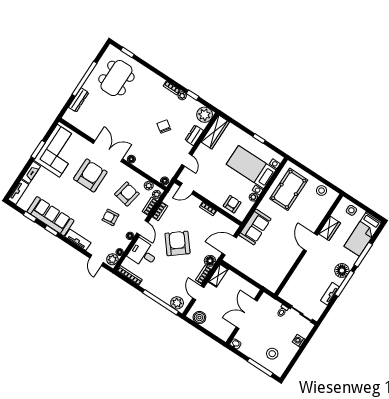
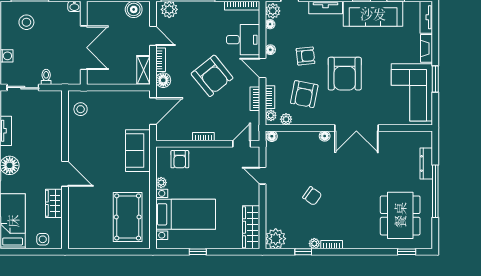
dresser: (194, 135) -> (272, 208), removed
armchair: (90, 175) -> (345, 74), moved
stool: (322, 191) -> (81, 109), moved

